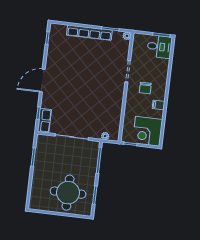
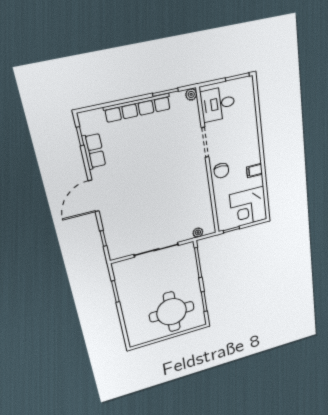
desk: (159, 47) -> (218, 104), moved, turned 180
chair: (145, 88) -> (221, 171), moved
row of seats: (44, 121) -> (94, 151), moved

